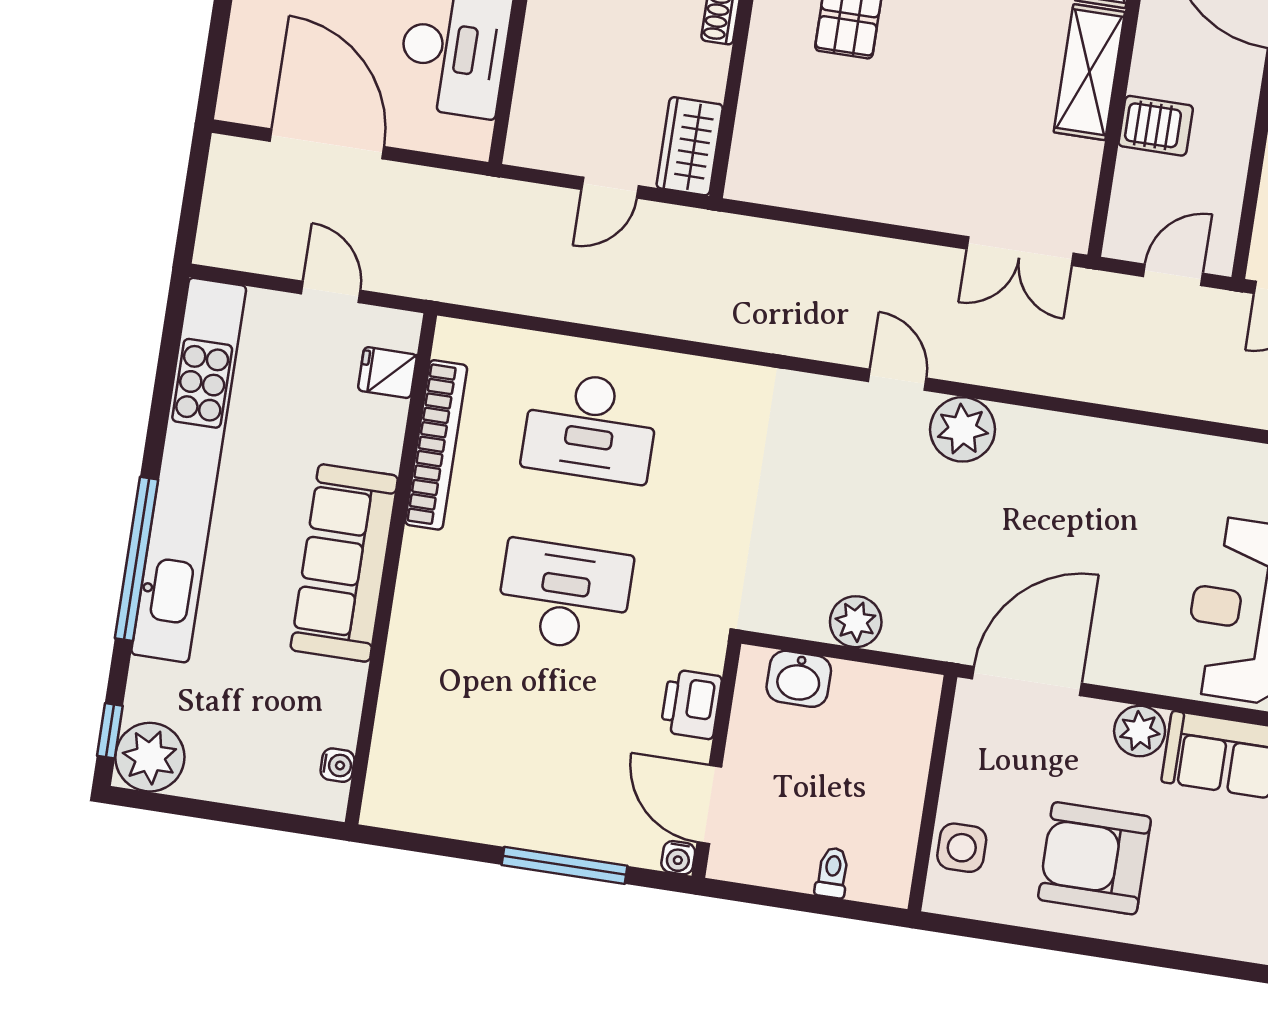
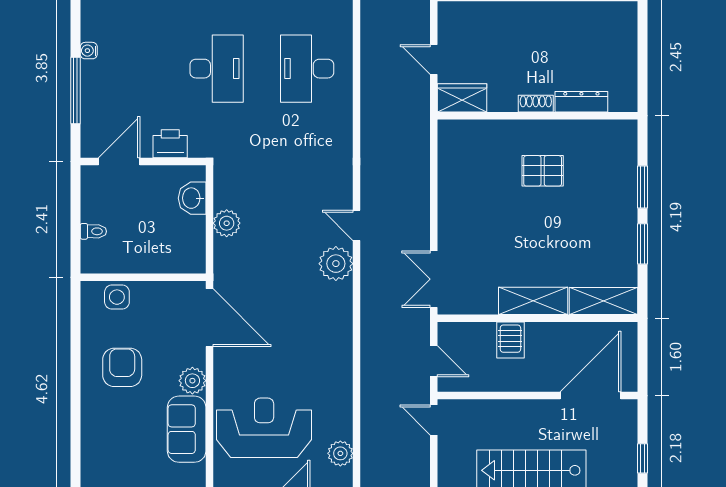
door: (897, 380) -> (357, 225), swing flipped
water cooler: (678, 858) -> (89, 51), moved
armchair: (1094, 858) -> (122, 367), width x0.73, depth x0.73

